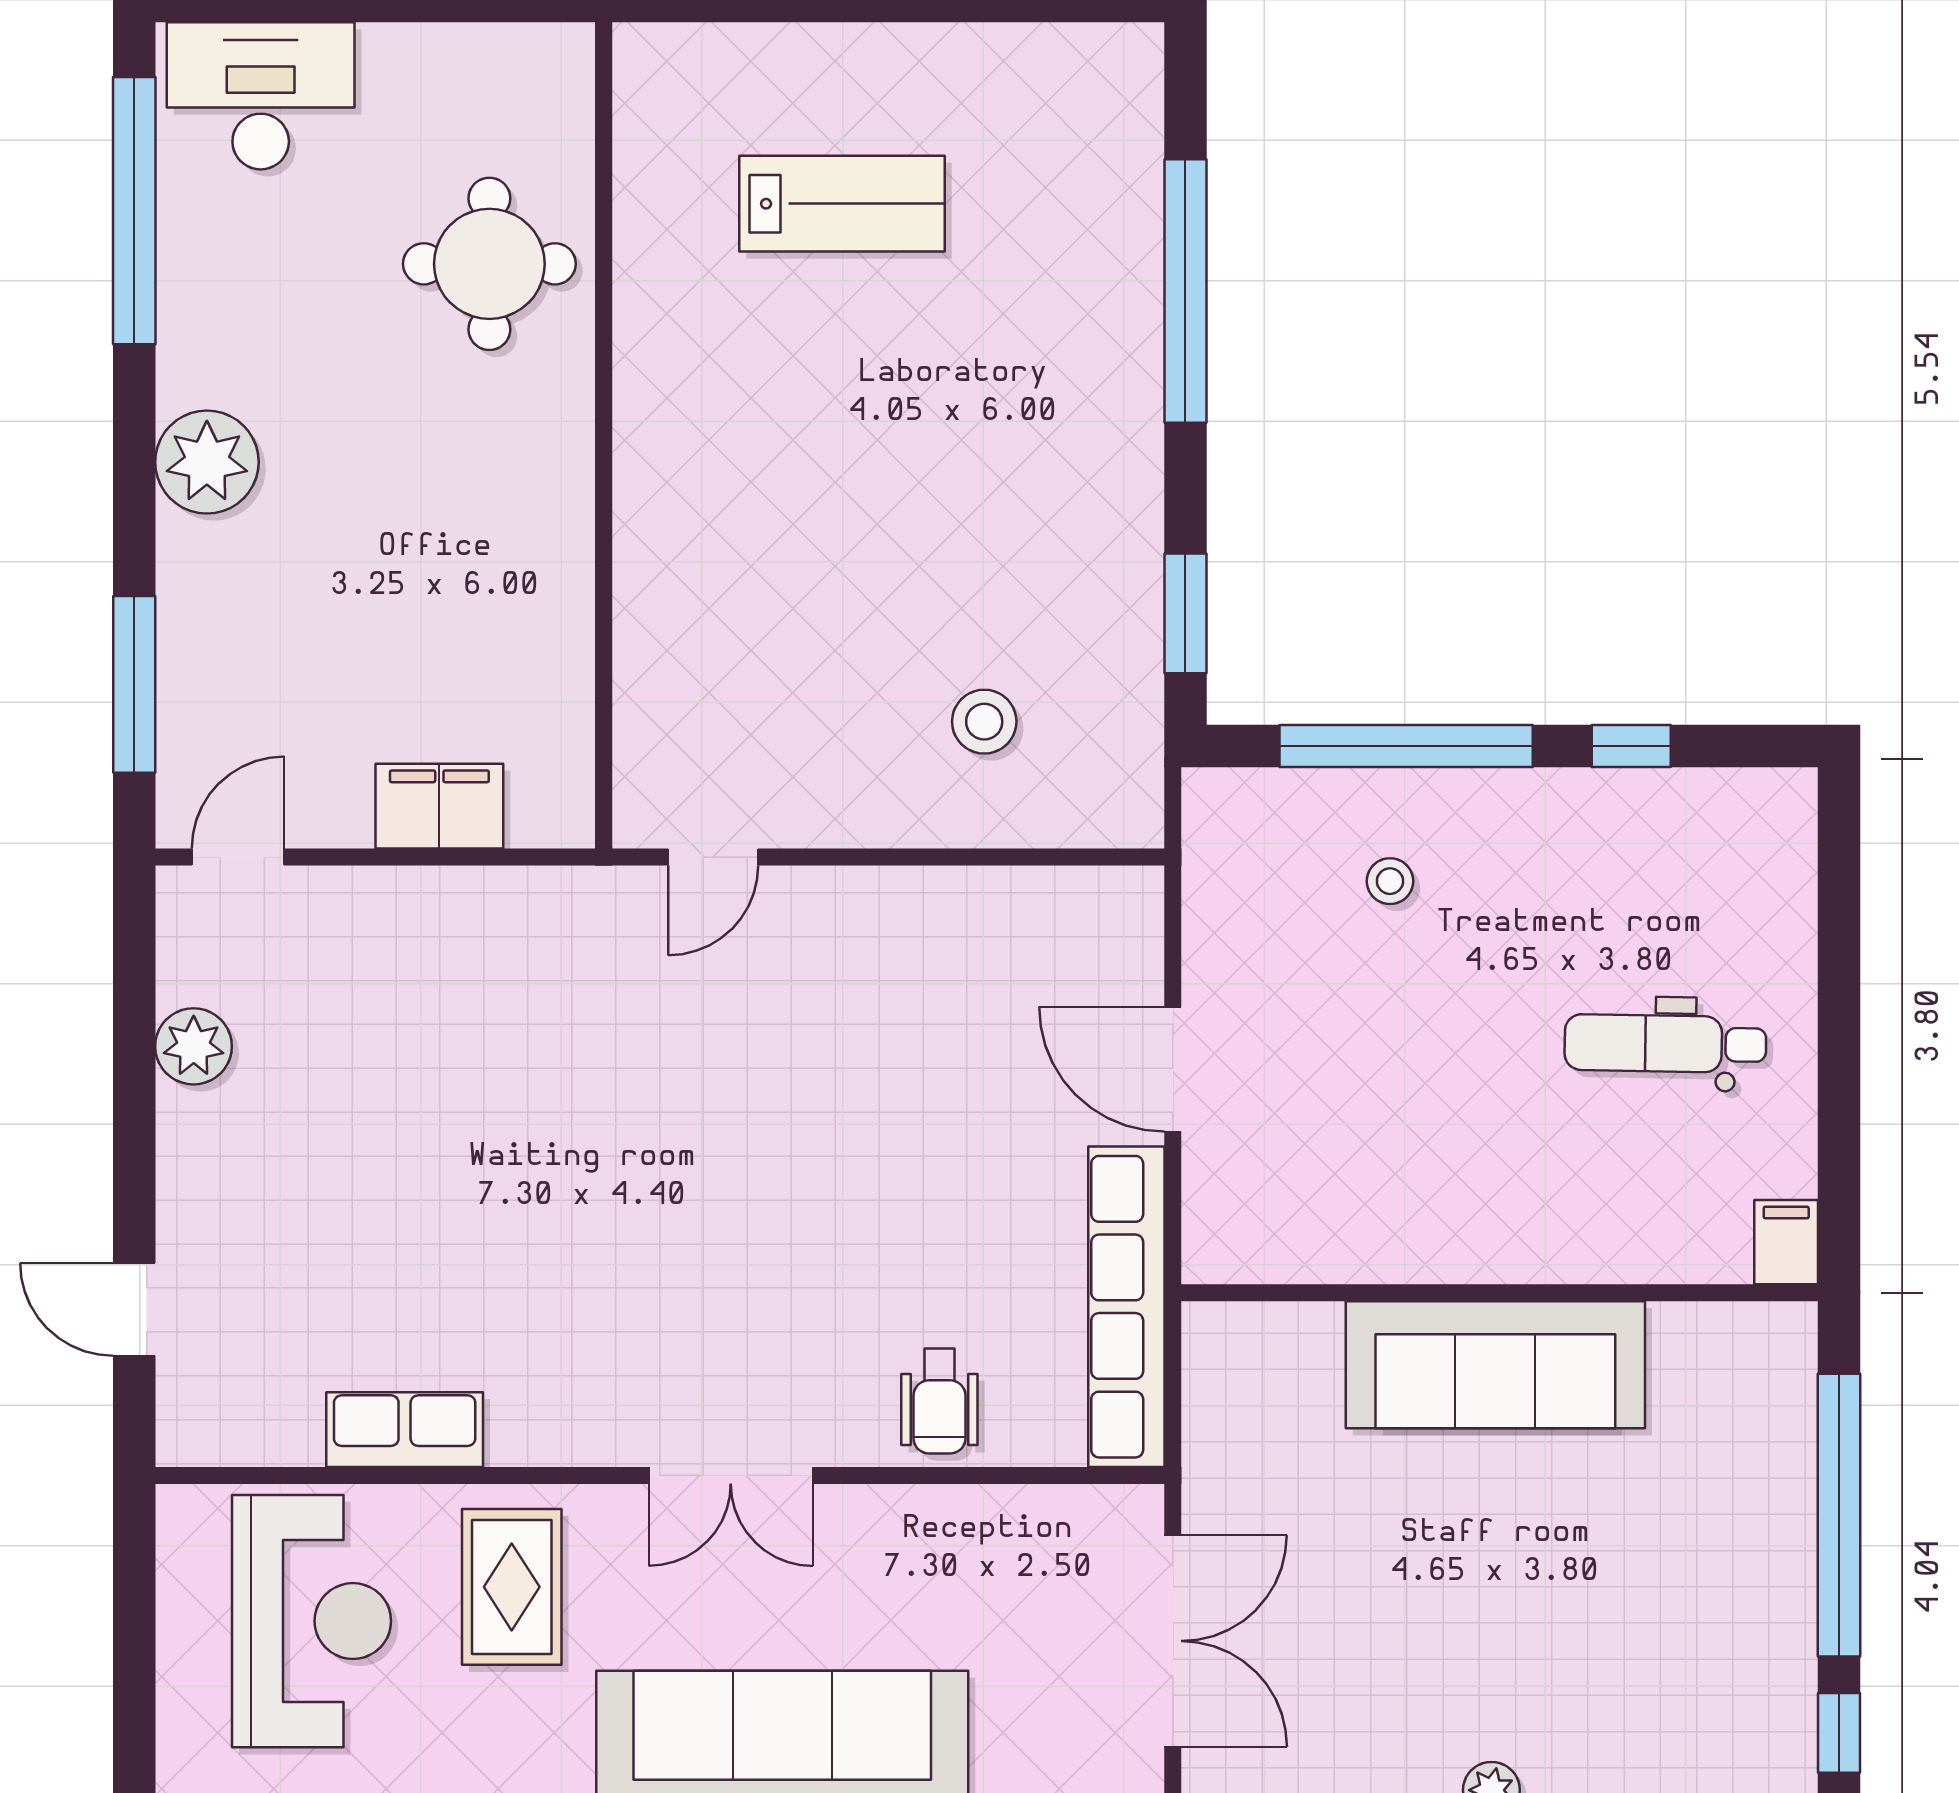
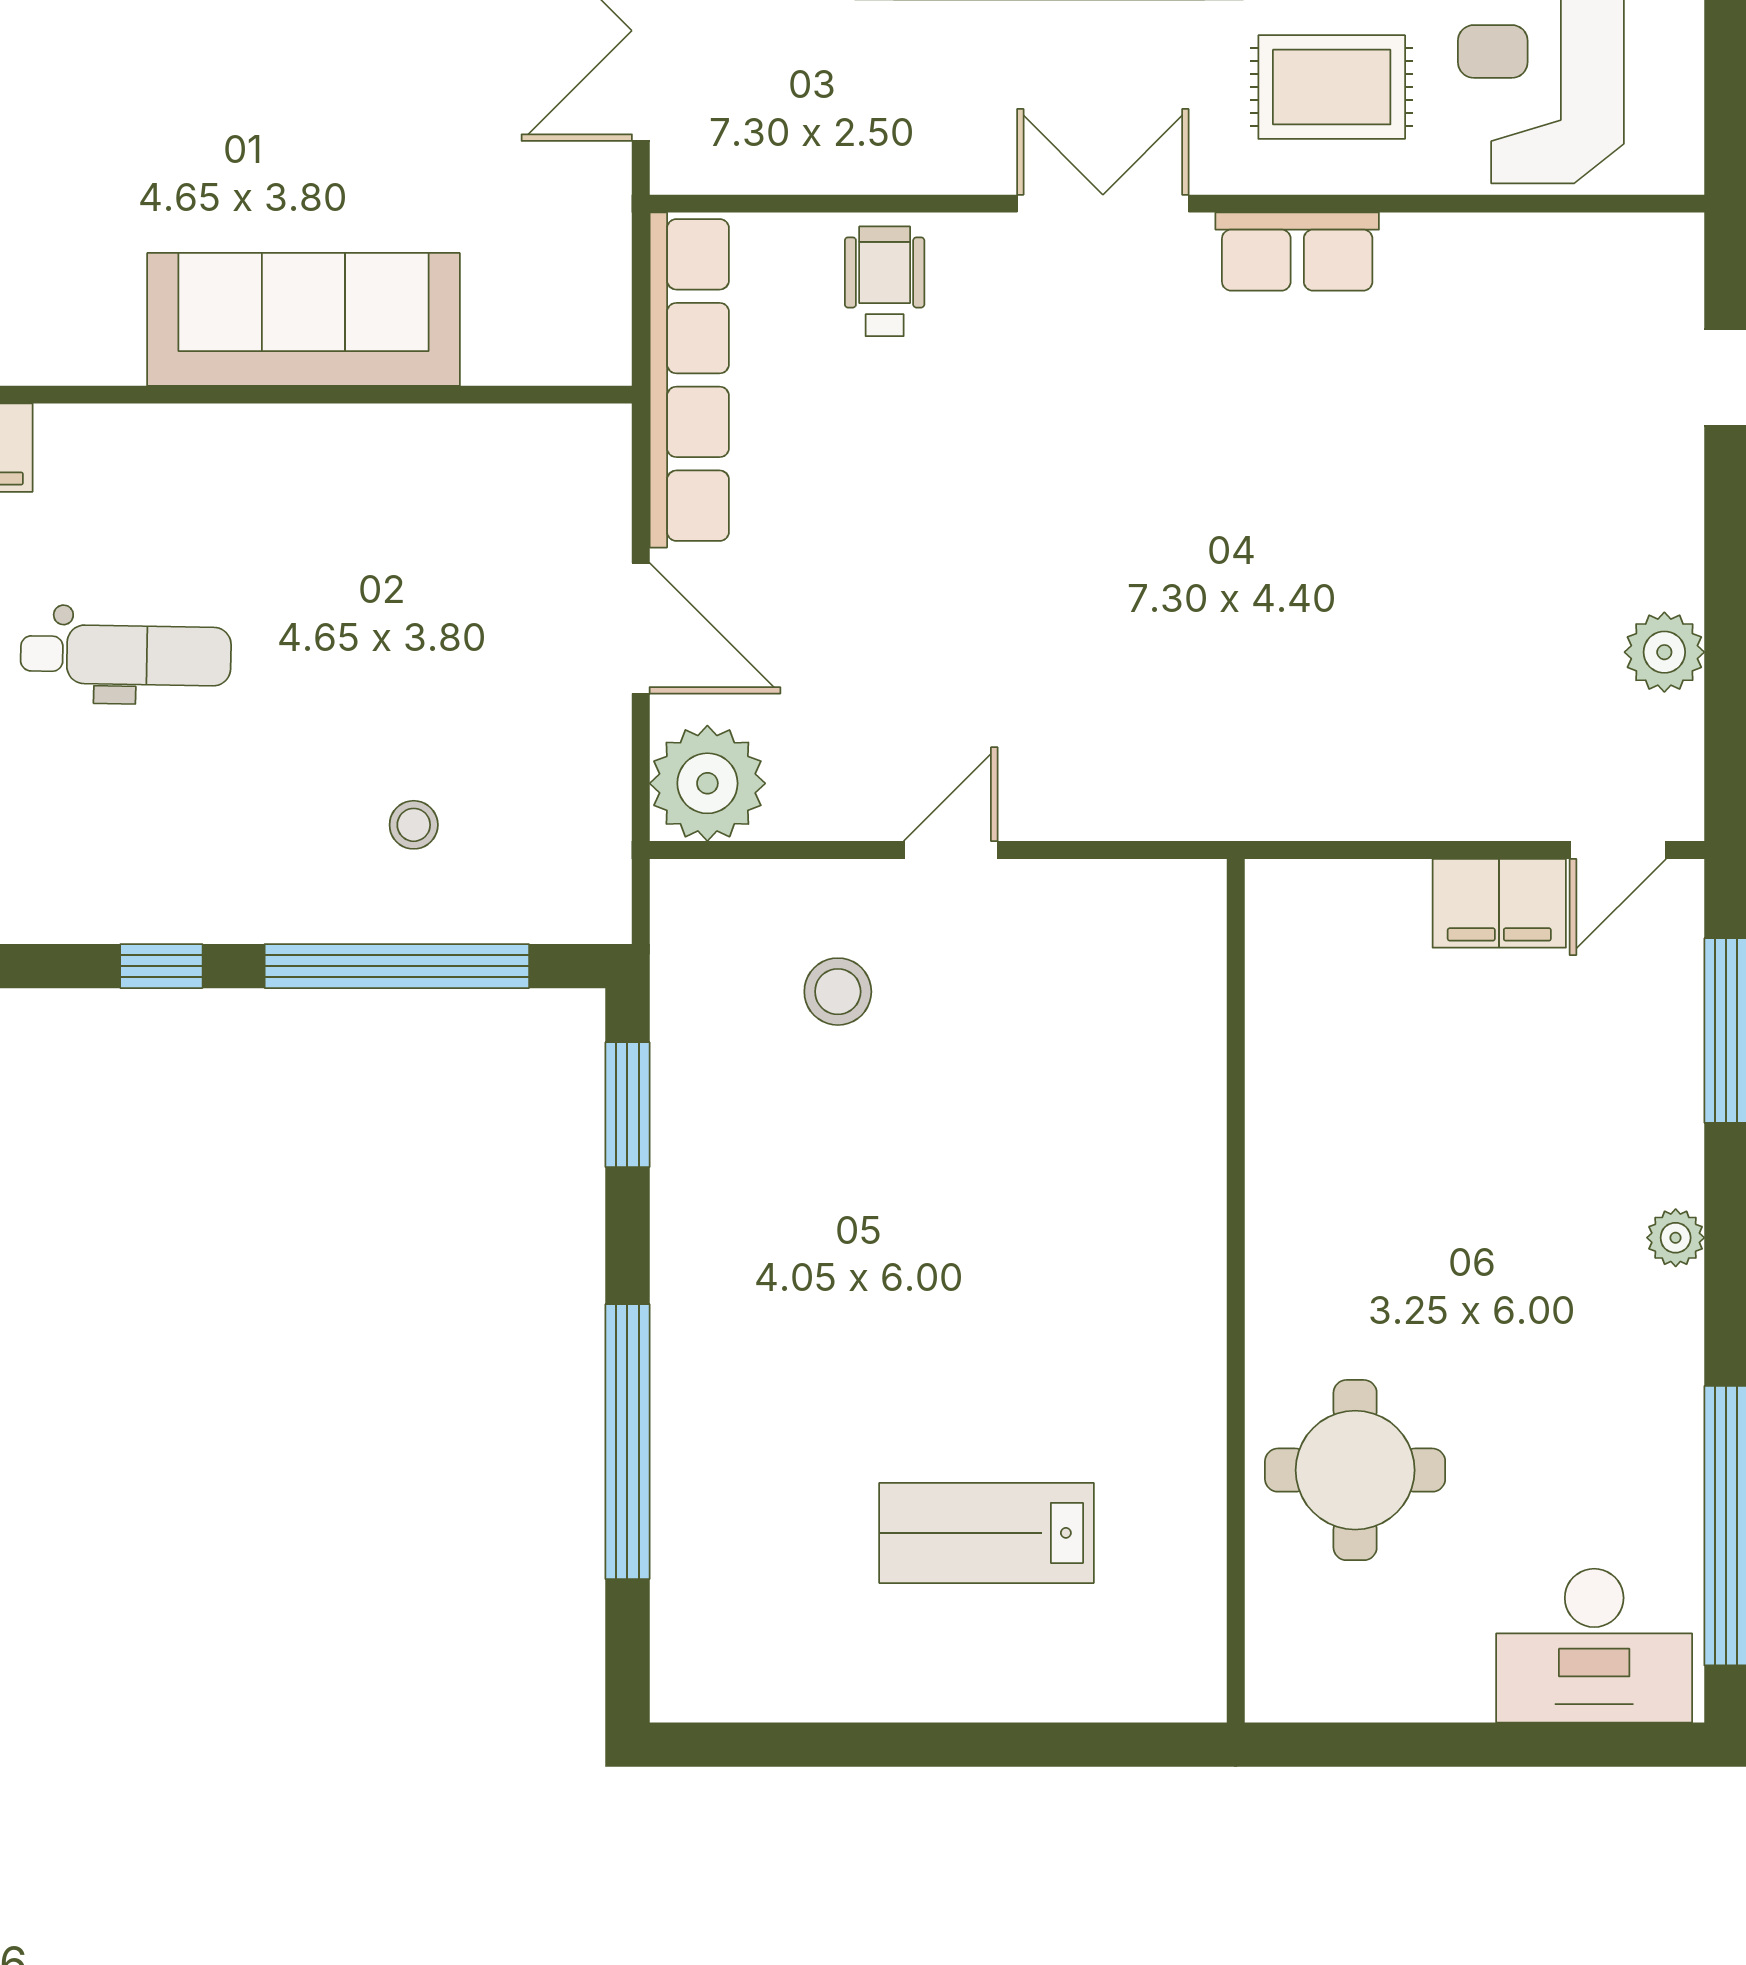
plant: (207, 462) -> (1676, 1238), width x0.53, depth x0.53
filing cabinet: (439, 806) -> (1499, 903), moved
door: (713, 857) -> (951, 850), moved
plant: (1109, 921) -> (707, 783), added
row of seats: (405, 1430) -> (1297, 252), moved
rug: (512, 1587) -> (1332, 87), turned 90

